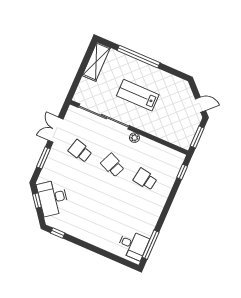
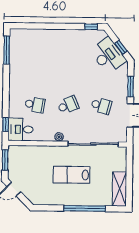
lab bench: (138, 95) -> (71, 175), turned 180
school desk: (113, 165) -> (68, 105), turned -48
desk: (133, 245) -> (21, 129), moved

